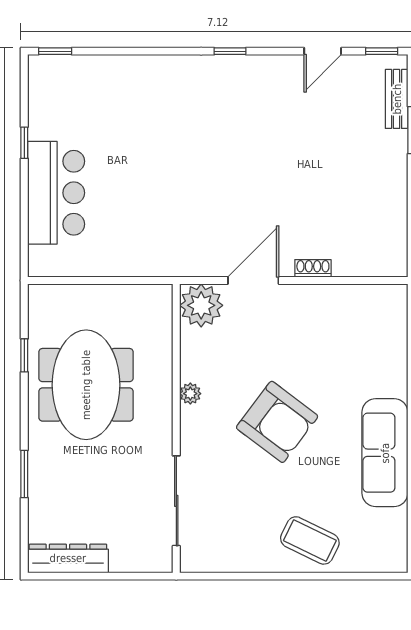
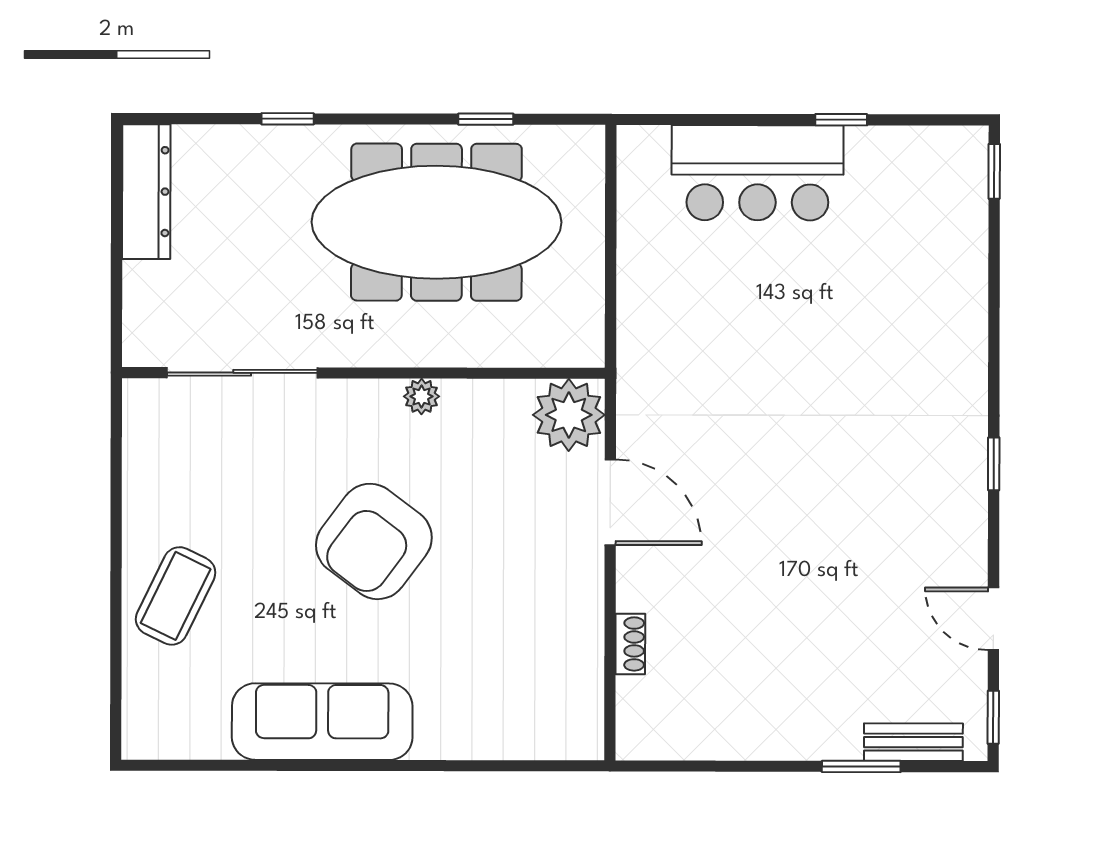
shoe rack: (313, 268) -> (630, 644), moved
meeting table: (86, 385) -> (436, 222), width x1.36
window: (24, 474) -> (288, 119), width x0.67

